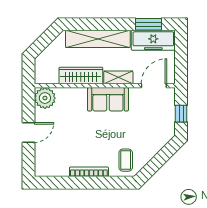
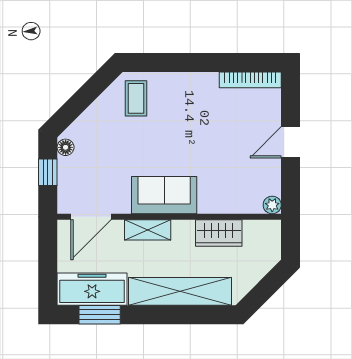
wardrobe: (81, 76) -> (219, 233), width x0.67
plant: (45, 98) -> (272, 205), width x0.53, depth x0.53
floor lamp: (170, 129) -> (66, 147), added
bookcase: (89, 172) -> (250, 80), moved

